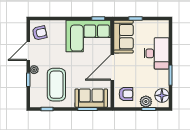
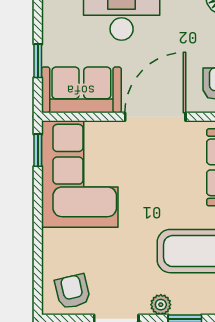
door: (112, 67) -> (155, 117), swing flipped

